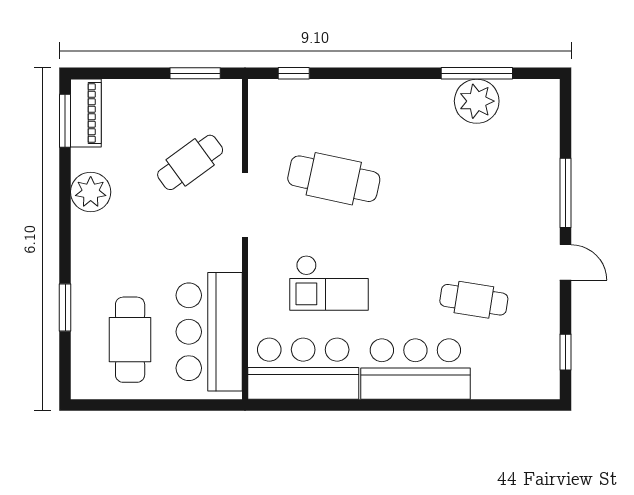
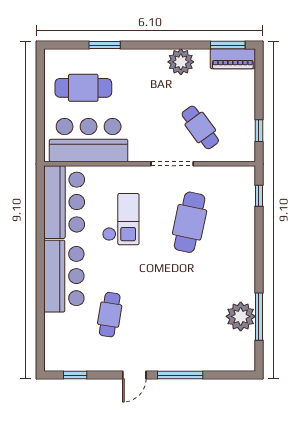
window: (195, 73) -> (259, 131), width x0.67
checkout: (329, 283) -> (121, 219), turned 180

